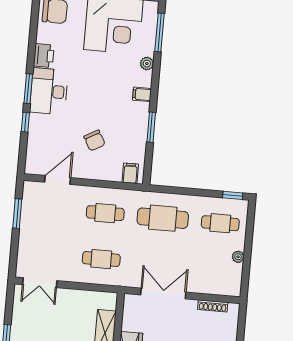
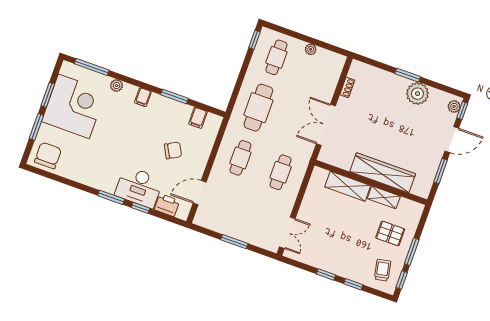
printer: (44, 56) -> (167, 205), moved
desk: (49, 91) -> (139, 187), moved
filing cabinet: (130, 173) -> (198, 118), moved, turned -90
door: (58, 180) -> (200, 193), hinge flipped
window: (17, 214) -> (234, 242), moved
shoe rack: (213, 306) -> (347, 87), width x0.70

